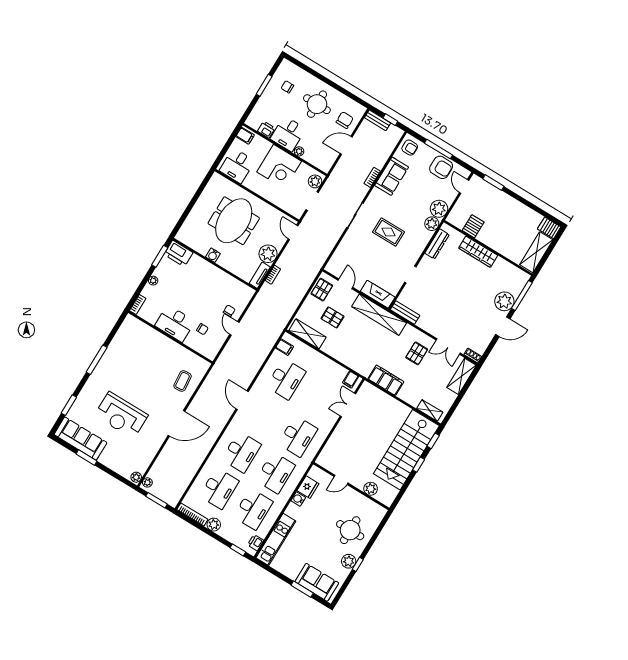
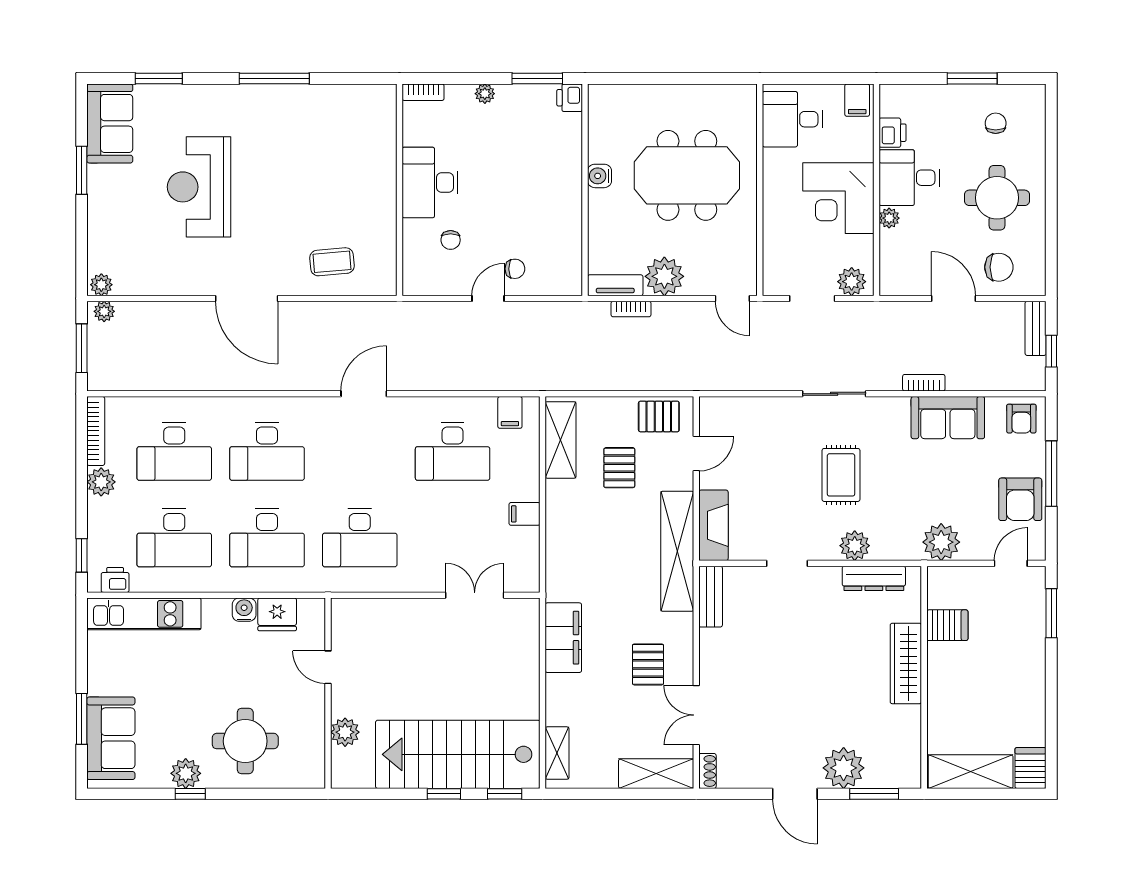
plant: (432, 224) -> (855, 546), moved
door: (293, 232) -> (732, 298), swing flipped
printer: (178, 253) -> (570, 98), width x0.53, depth x0.68
window: (522, 296) -> (874, 794), width x0.69
pallet: (417, 353) -> (648, 664), turned 90
filing cabinet: (351, 380) -> (525, 514), moved
sofa: (80, 439) -> (110, 123), width x0.73

